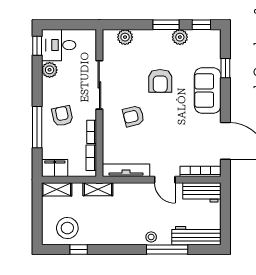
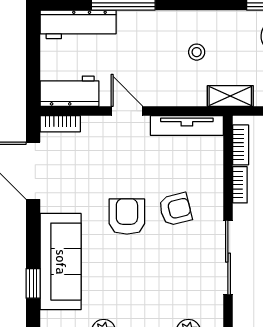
armchair: (160, 81) -> (127, 216), moved
sofa: (208, 91) -> (61, 262), width x1.36
bookcase: (201, 171) -> (60, 124), width x0.64
stool: (151, 237) -> (197, 52), moved

